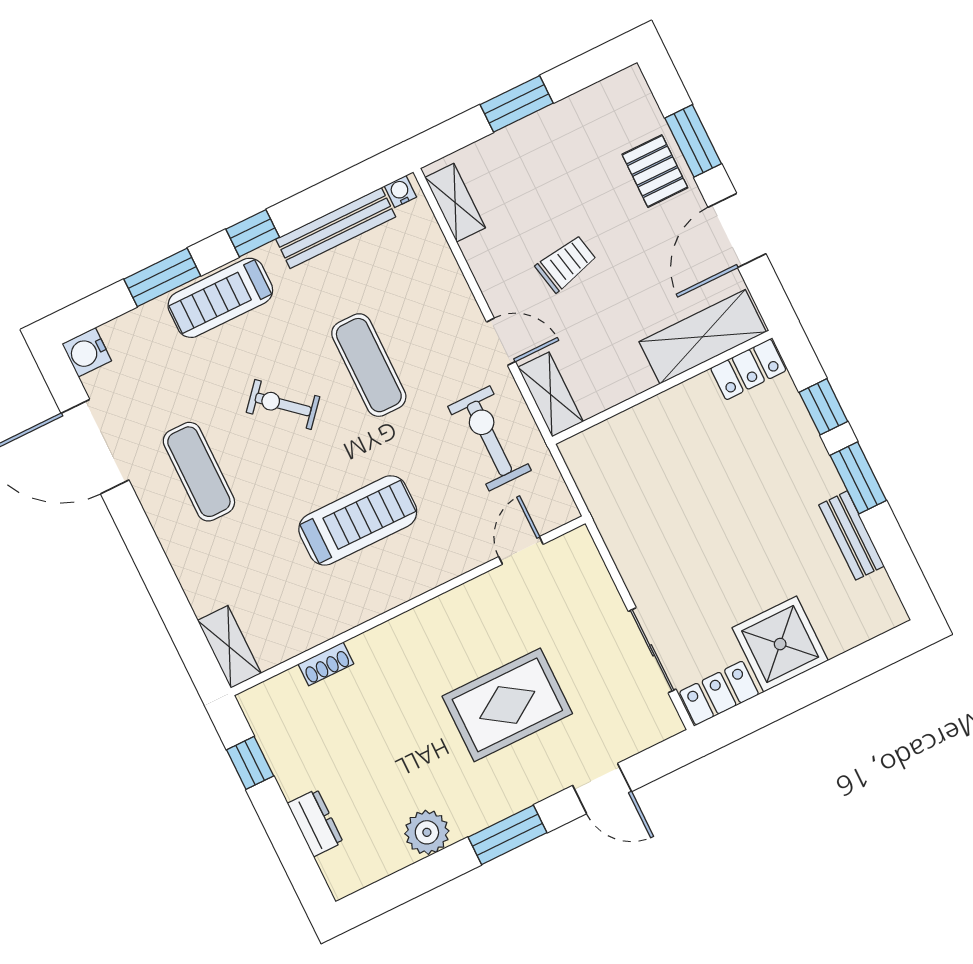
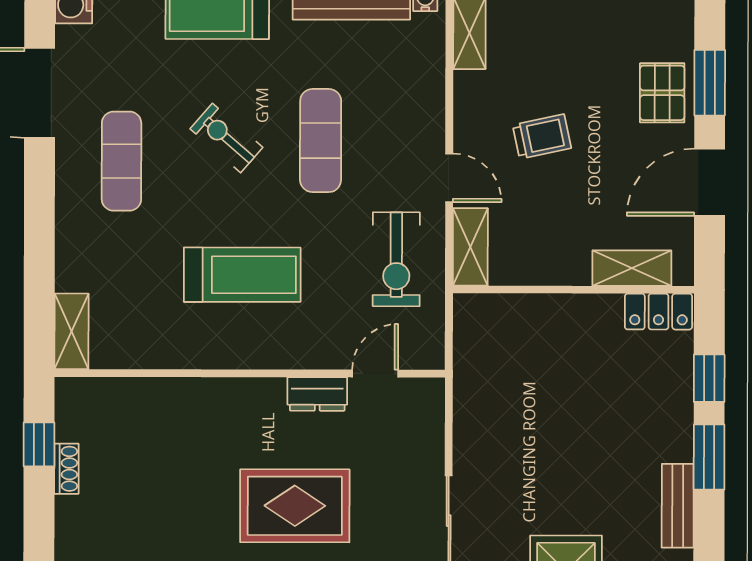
shelving: (703, 337) -> (632, 268), width x0.67, depth x0.75
exercise bike: (489, 438) -> (396, 259), turned 180
shoe rack: (326, 664) -> (66, 469), moved, turned -90
dresser: (315, 823) -> (317, 394), moved, turned 90

